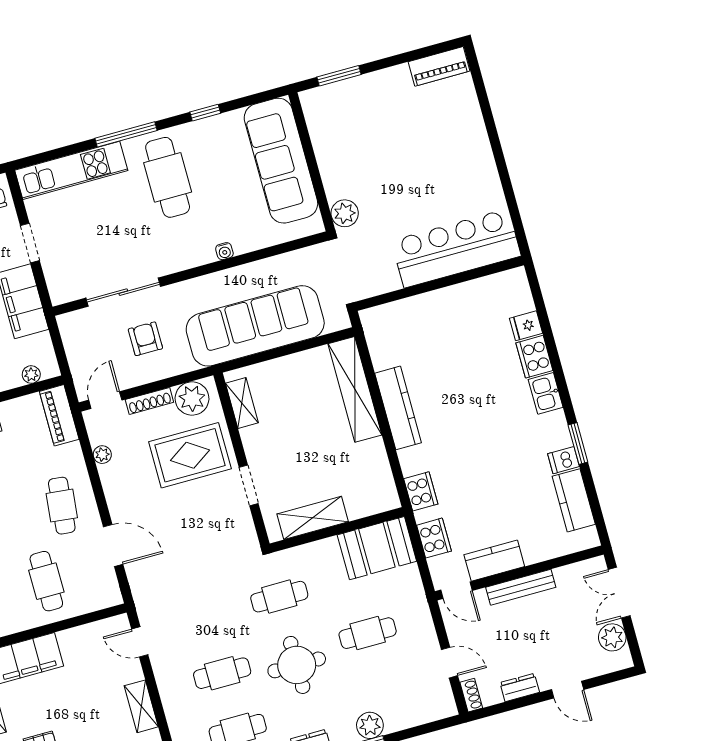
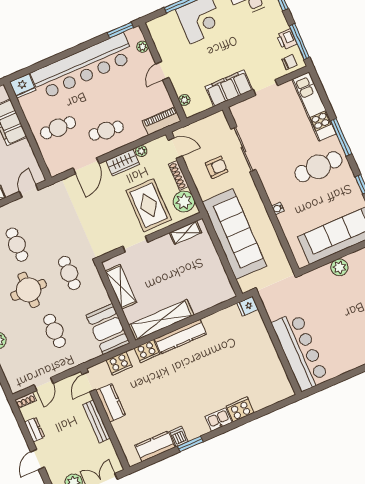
plant: (345, 213) -> (339, 267), moved
fridge: (526, 326) -> (248, 306), moved, turned -90
shelving: (355, 389) -> (161, 320), moved
kitchen counter: (398, 408) -> (180, 337), moved
wardrobe: (116, 487) -> (123, 162), added

